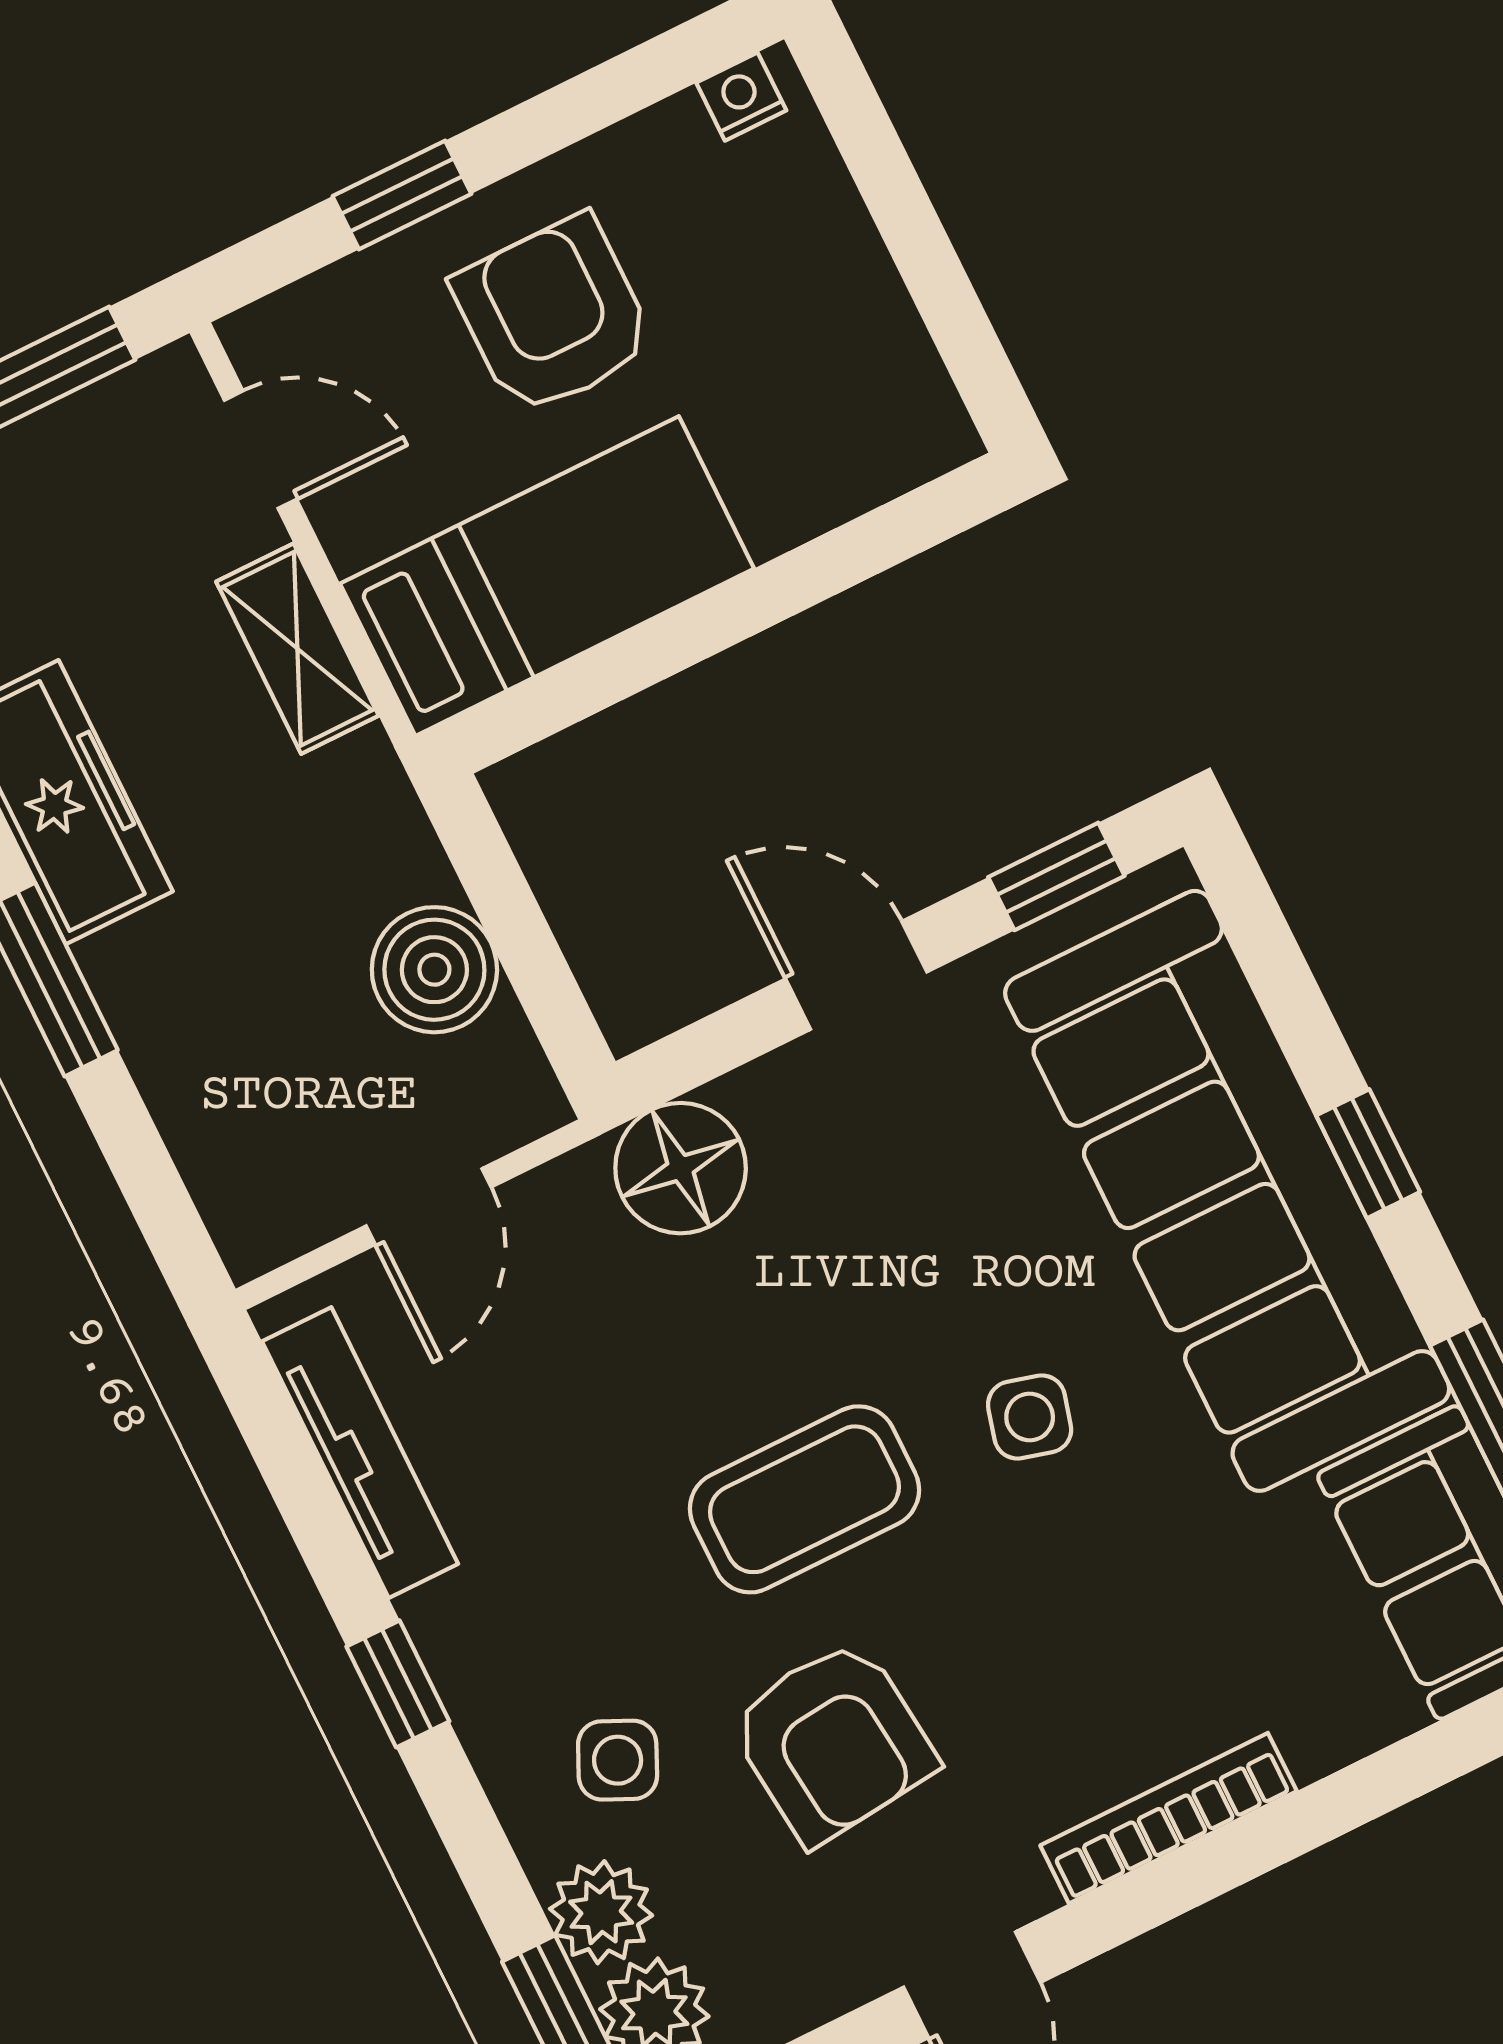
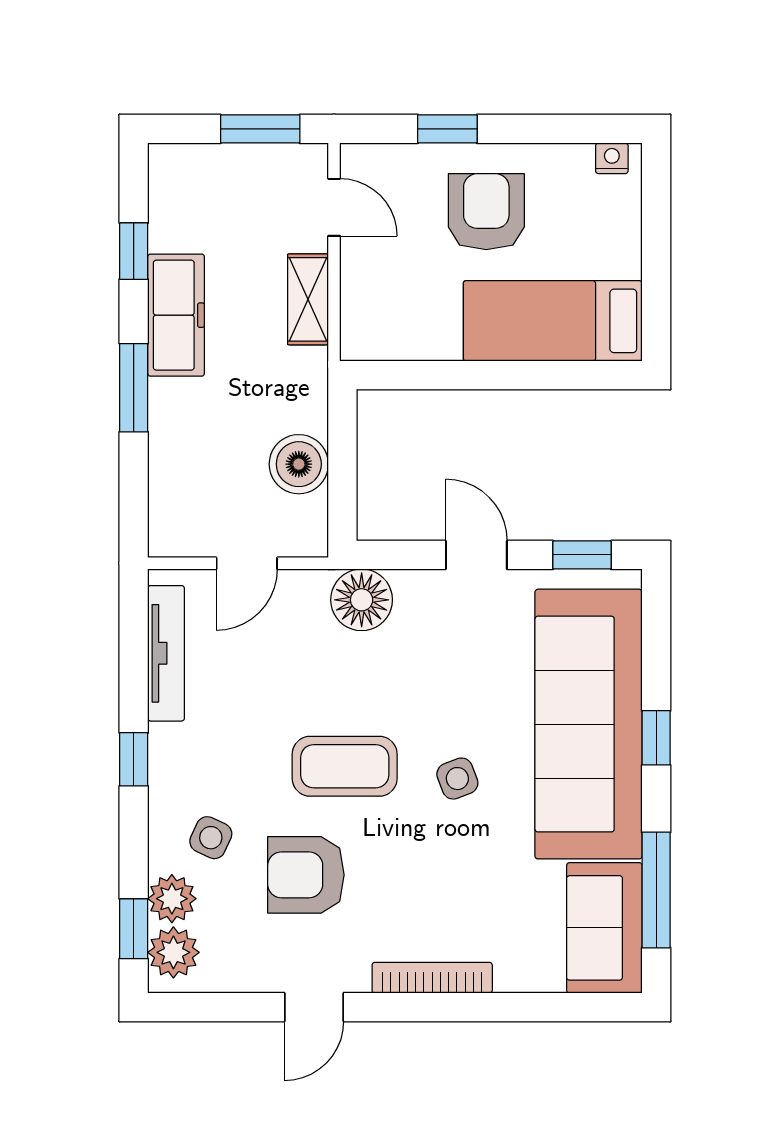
bed: (547, 576) -> (553, 321), moved, turned 180
side table: (1030, 1417) -> (457, 779), turned -36
armchair: (833, 1742) -> (306, 875), turned 96

